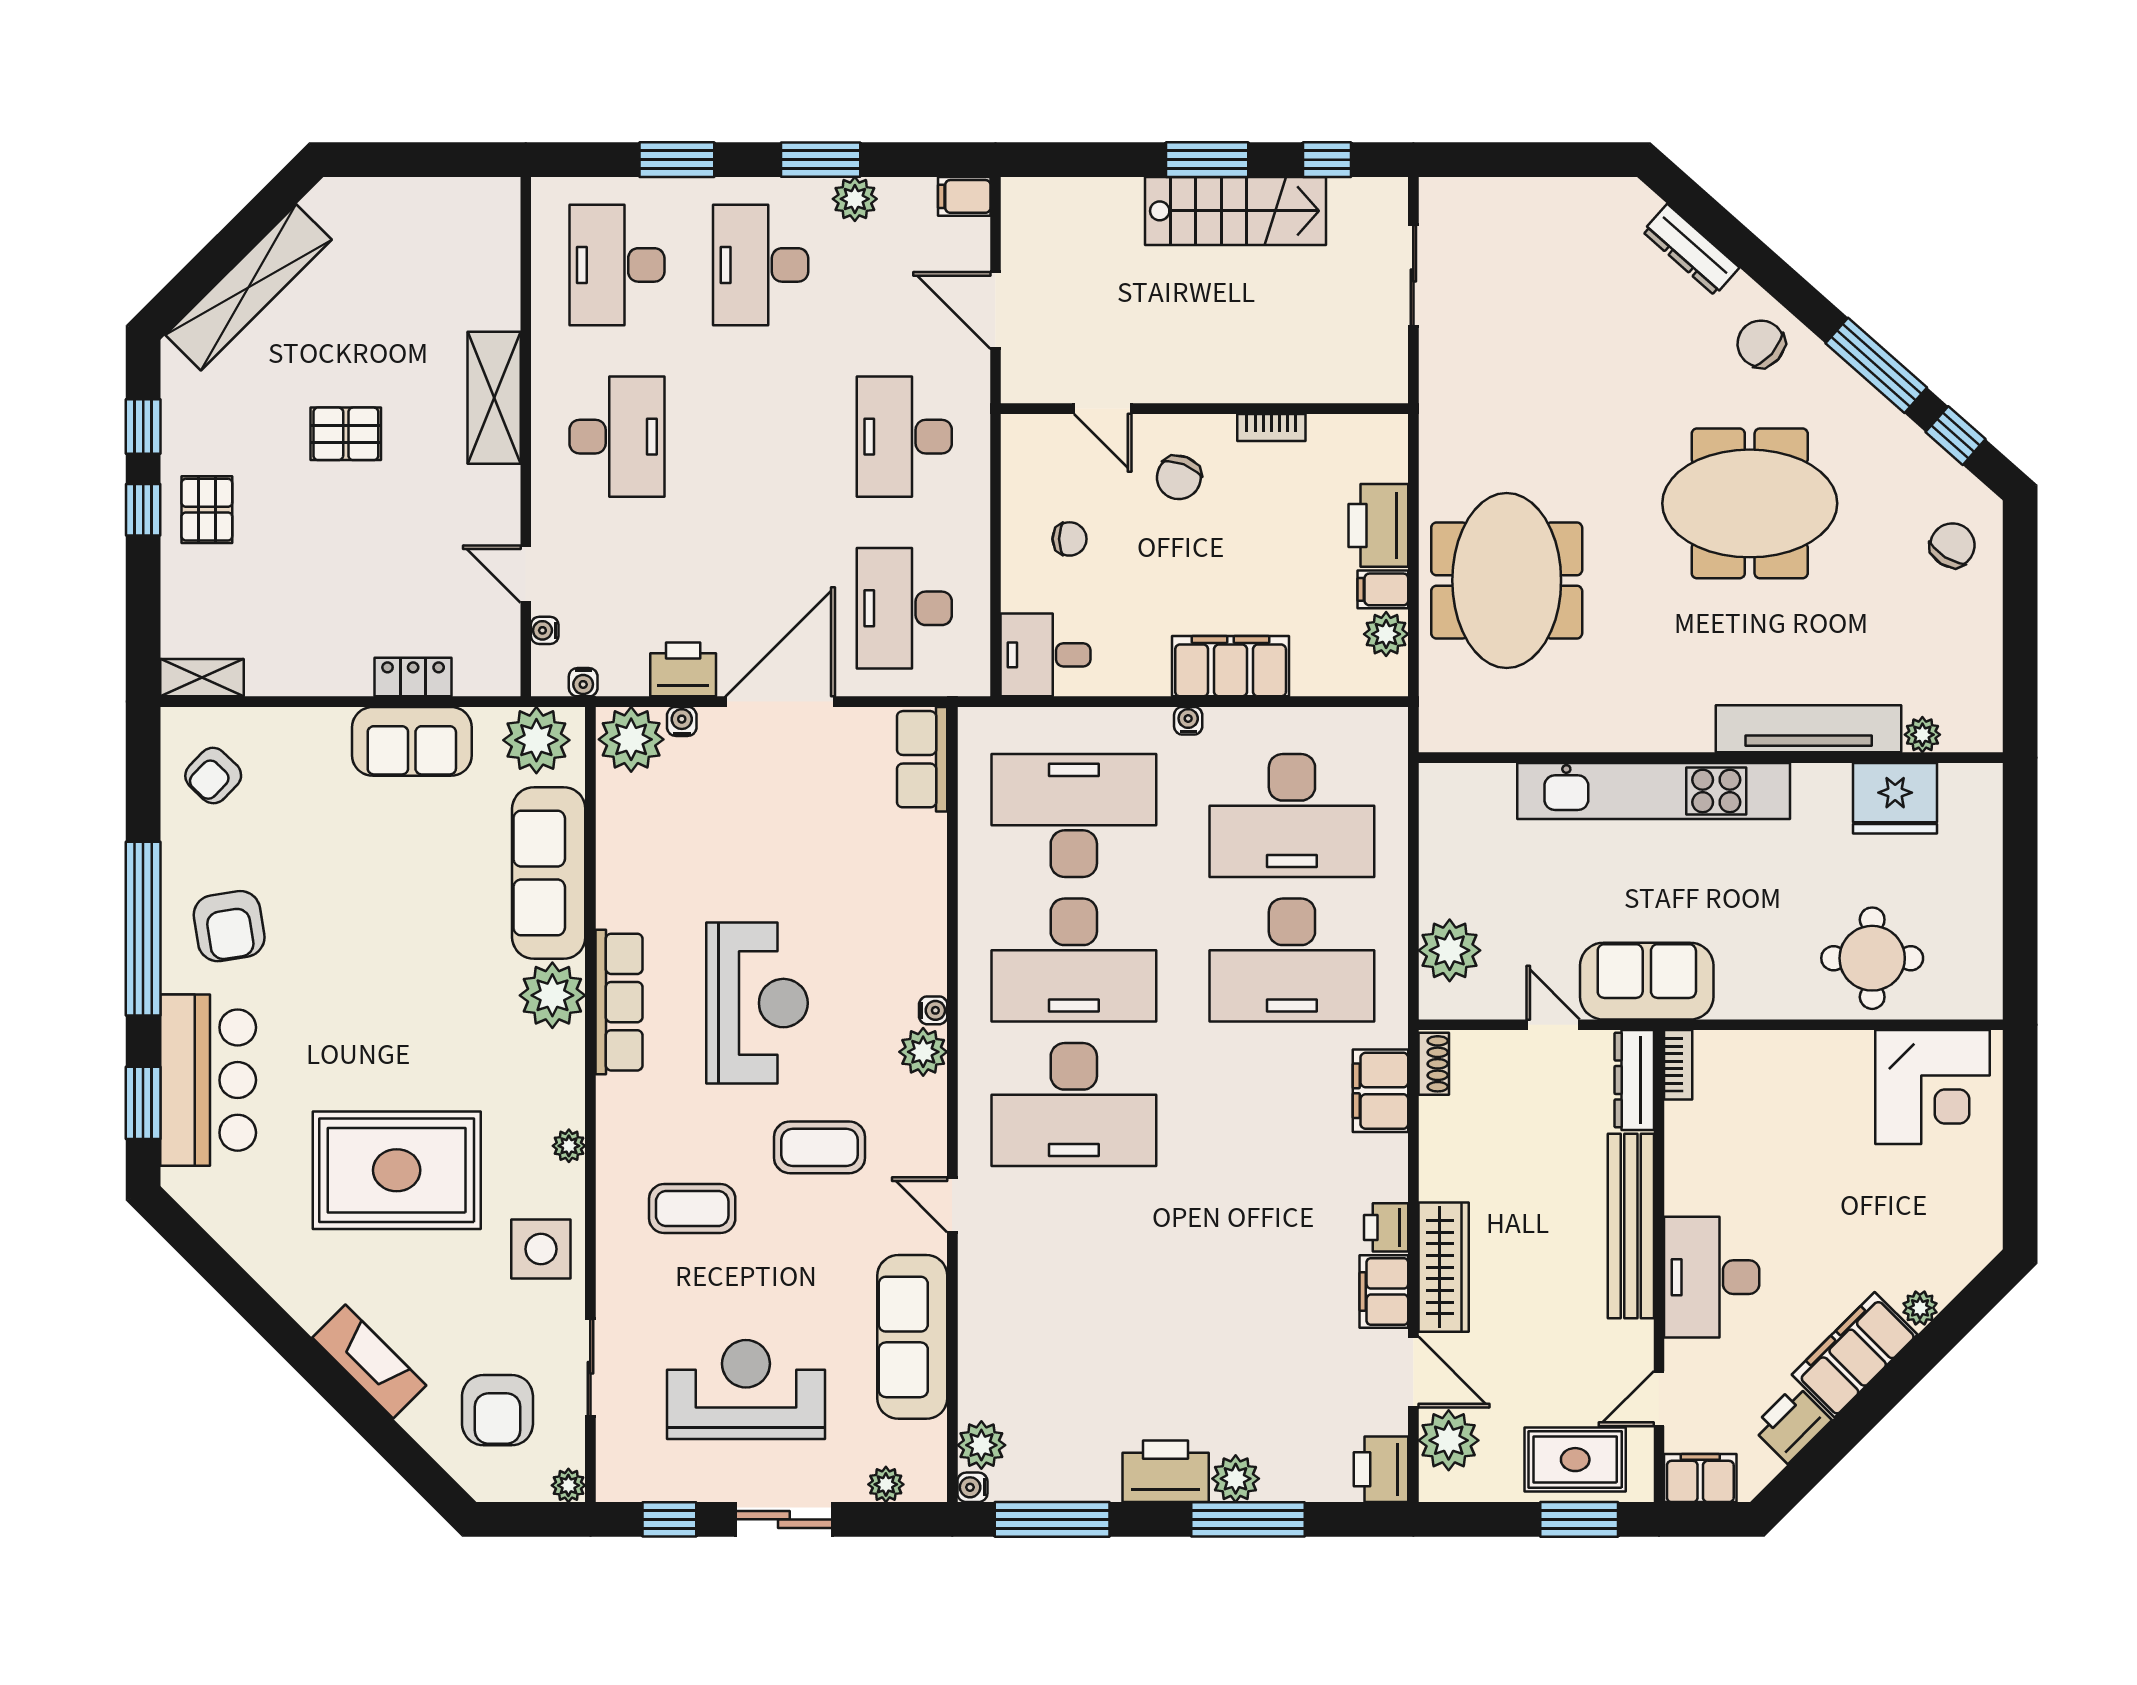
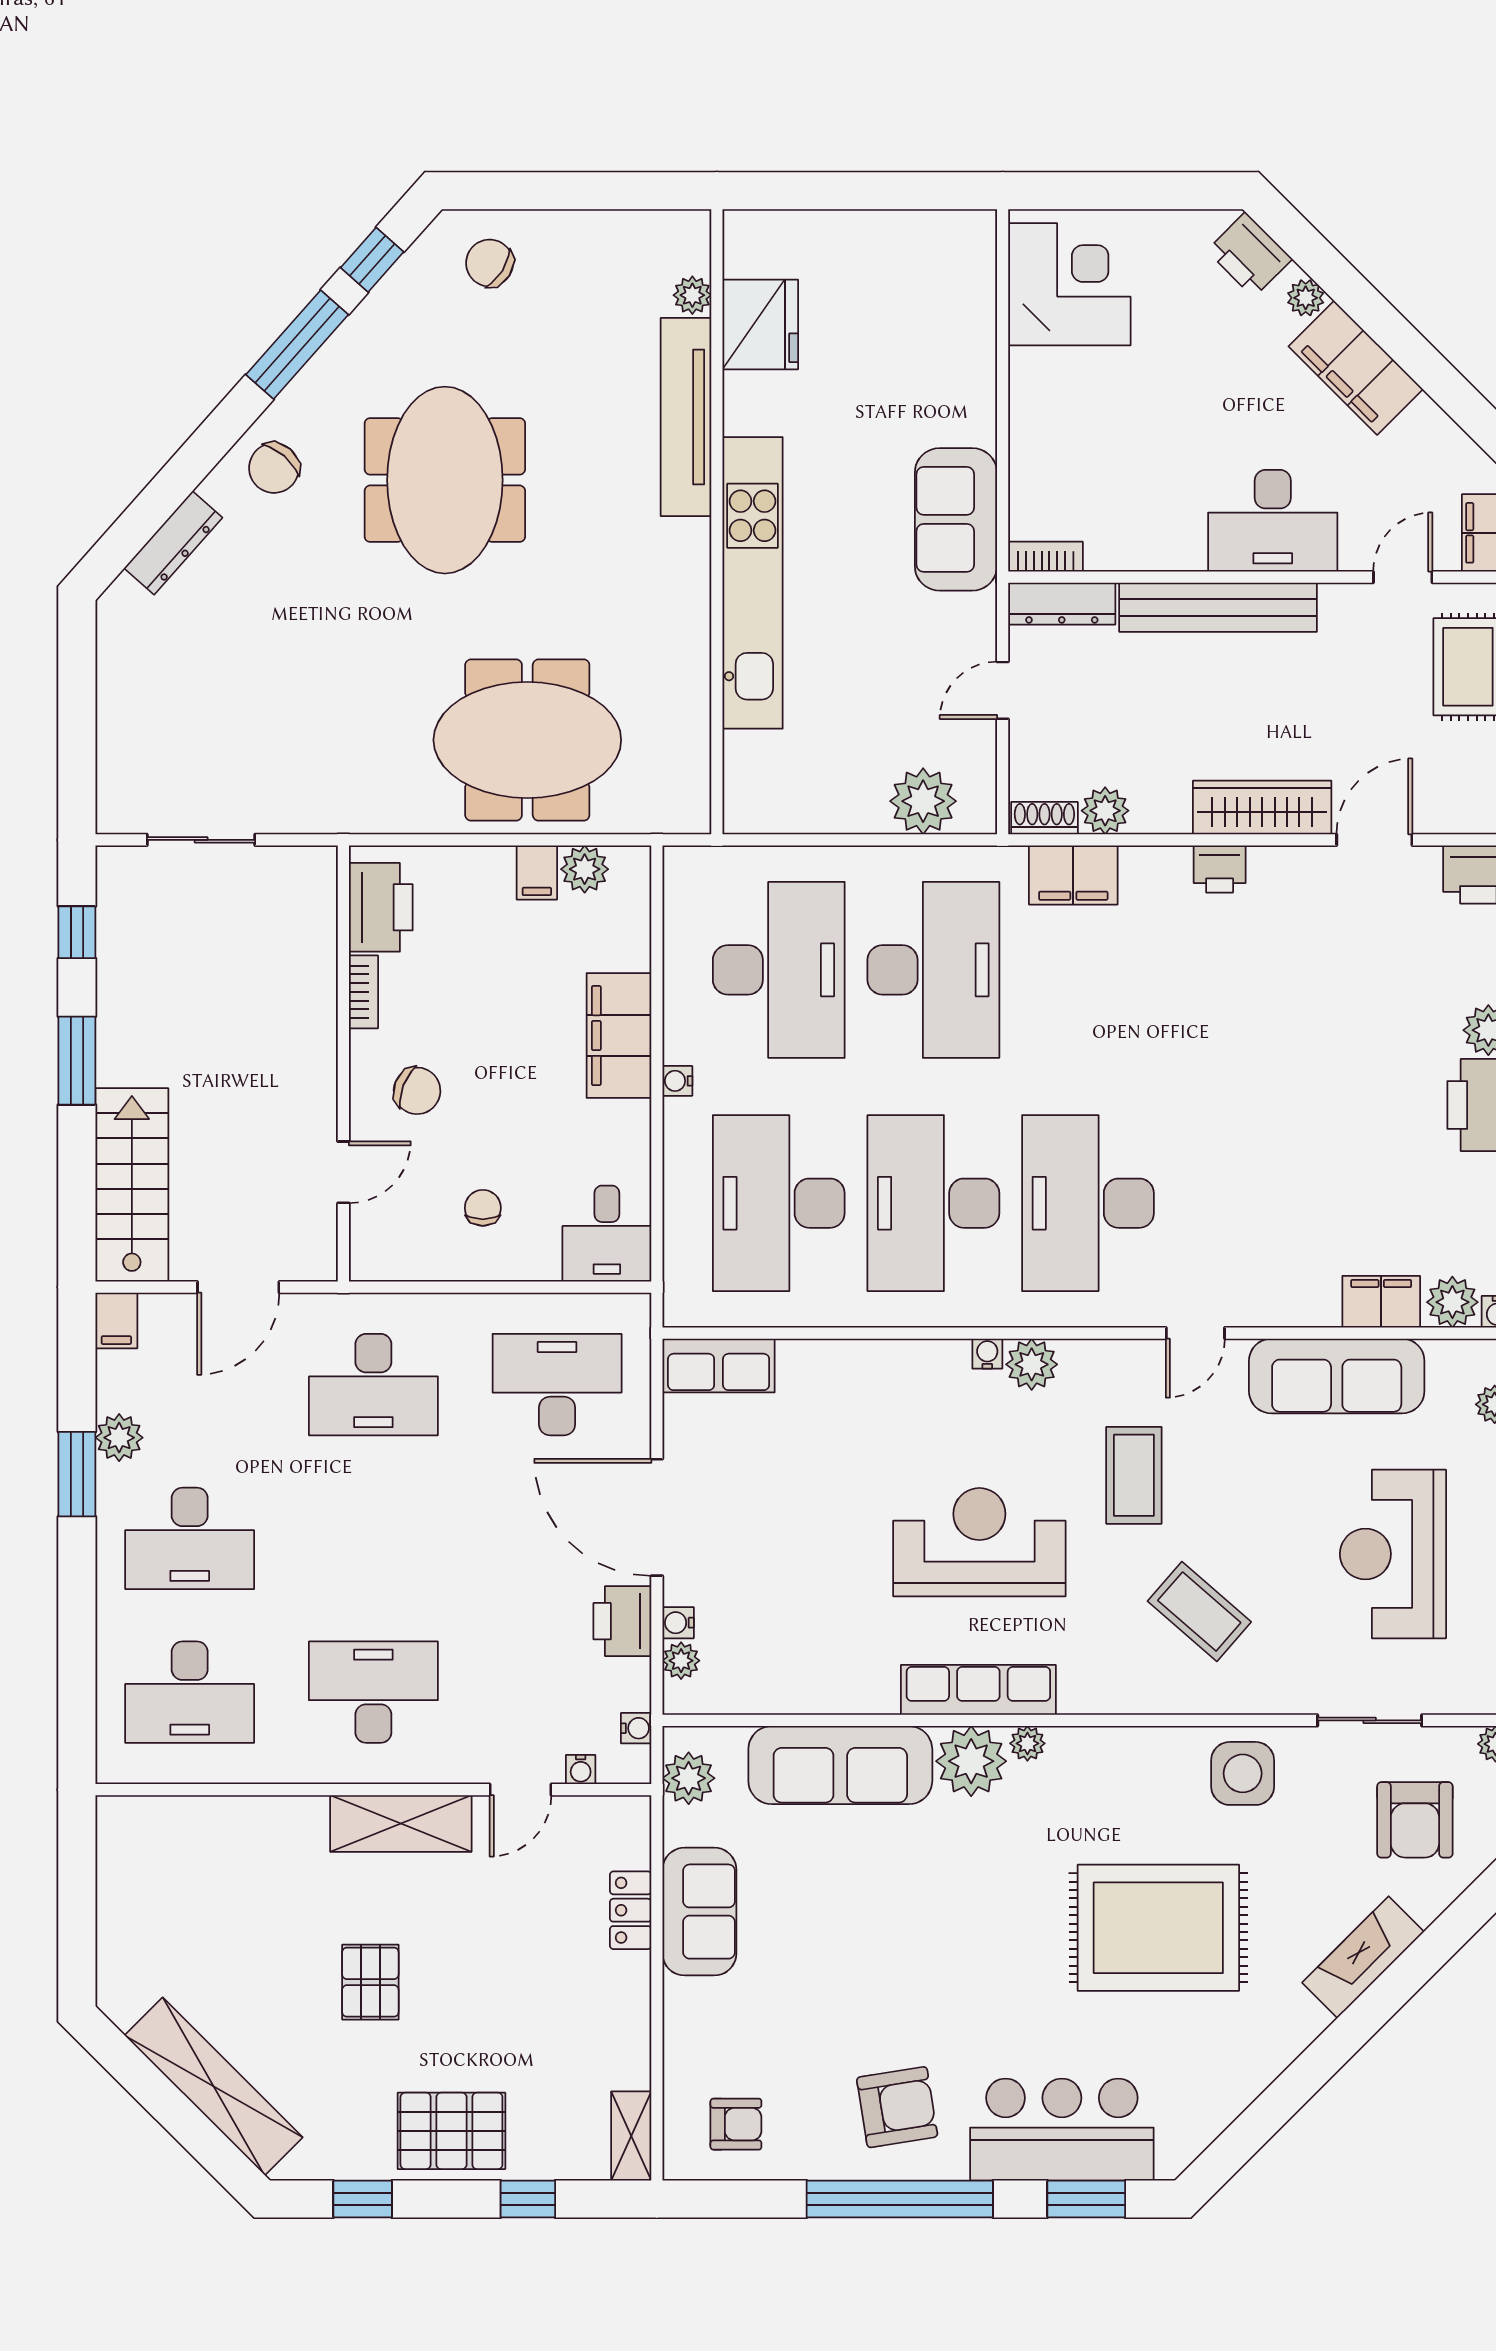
window: (677, 160) -> (77, 1628), removed
stairs: (1236, 211) -> (132, 1185), moved
shelving: (494, 398) -> (401, 1823), moved
window: (143, 510) -> (528, 2199), moved
pallet: (207, 510) -> (451, 2131), width x1.50, depth x1.42
printer: (1378, 525) -> (381, 907), moved, turned -90
desk: (904, 608) -> (557, 1385), turned 180
plant: (631, 739) -> (681, 1661), width x0.53, depth x0.53
plant: (536, 740) -> (689, 1778), width x0.73, depth x0.73
armchair: (213, 776) -> (736, 2124), turned -44
round table: (1872, 958) -> (931, 349), removed
desk: (1074, 960) -> (933, 1203), turned 180
sofa: (1647, 981) -> (956, 519), moved
desk: (1074, 1104) -> (1088, 1203), turned 180
plant: (569, 1146) -> (1027, 1743), moved
rug: (397, 1170) -> (1158, 1928), turned 90
coffee table: (692, 1209) -> (1199, 1612), turned -49
filing cabinet: (1384, 1292) -> (1381, 1302), moved, turned 180
door: (1659, 1399) -> (1403, 577), swing flipped
armchair: (497, 1410) -> (1415, 1820), turned 90
printer: (1792, 1424) -> (1250, 255), moved
plant: (1449, 1440) -> (1105, 811), moved, width x0.73, depth x0.73

